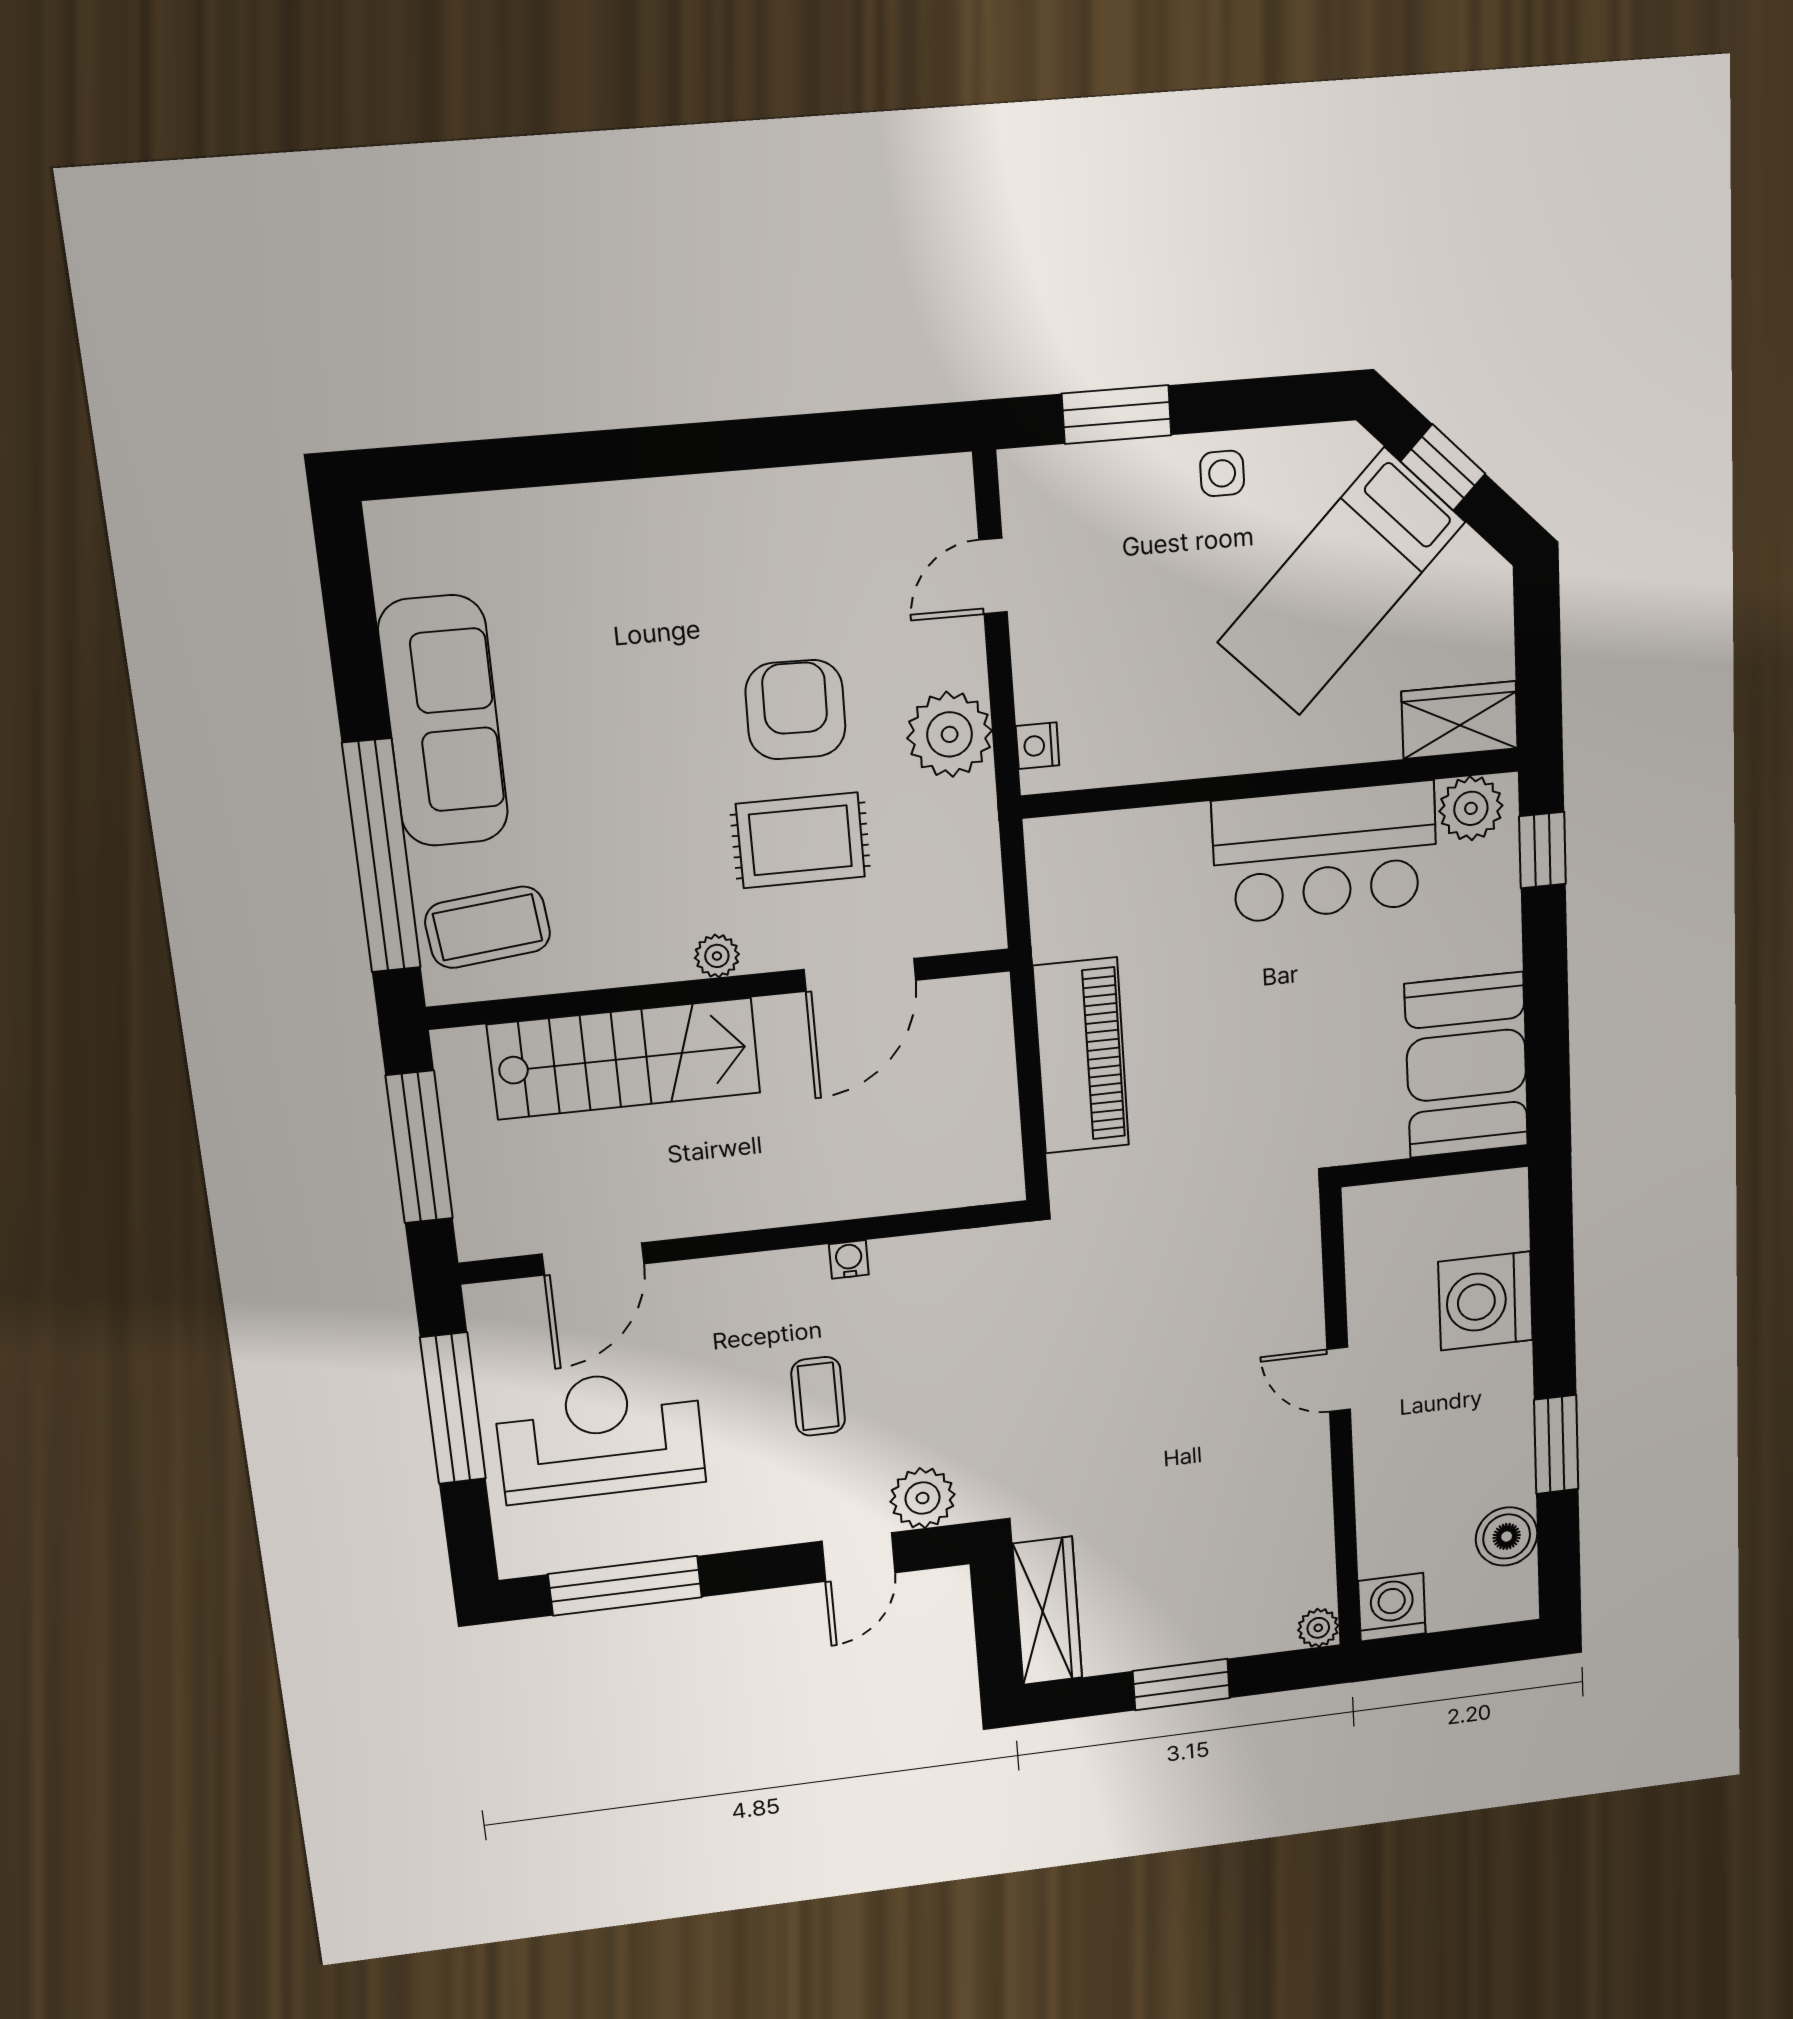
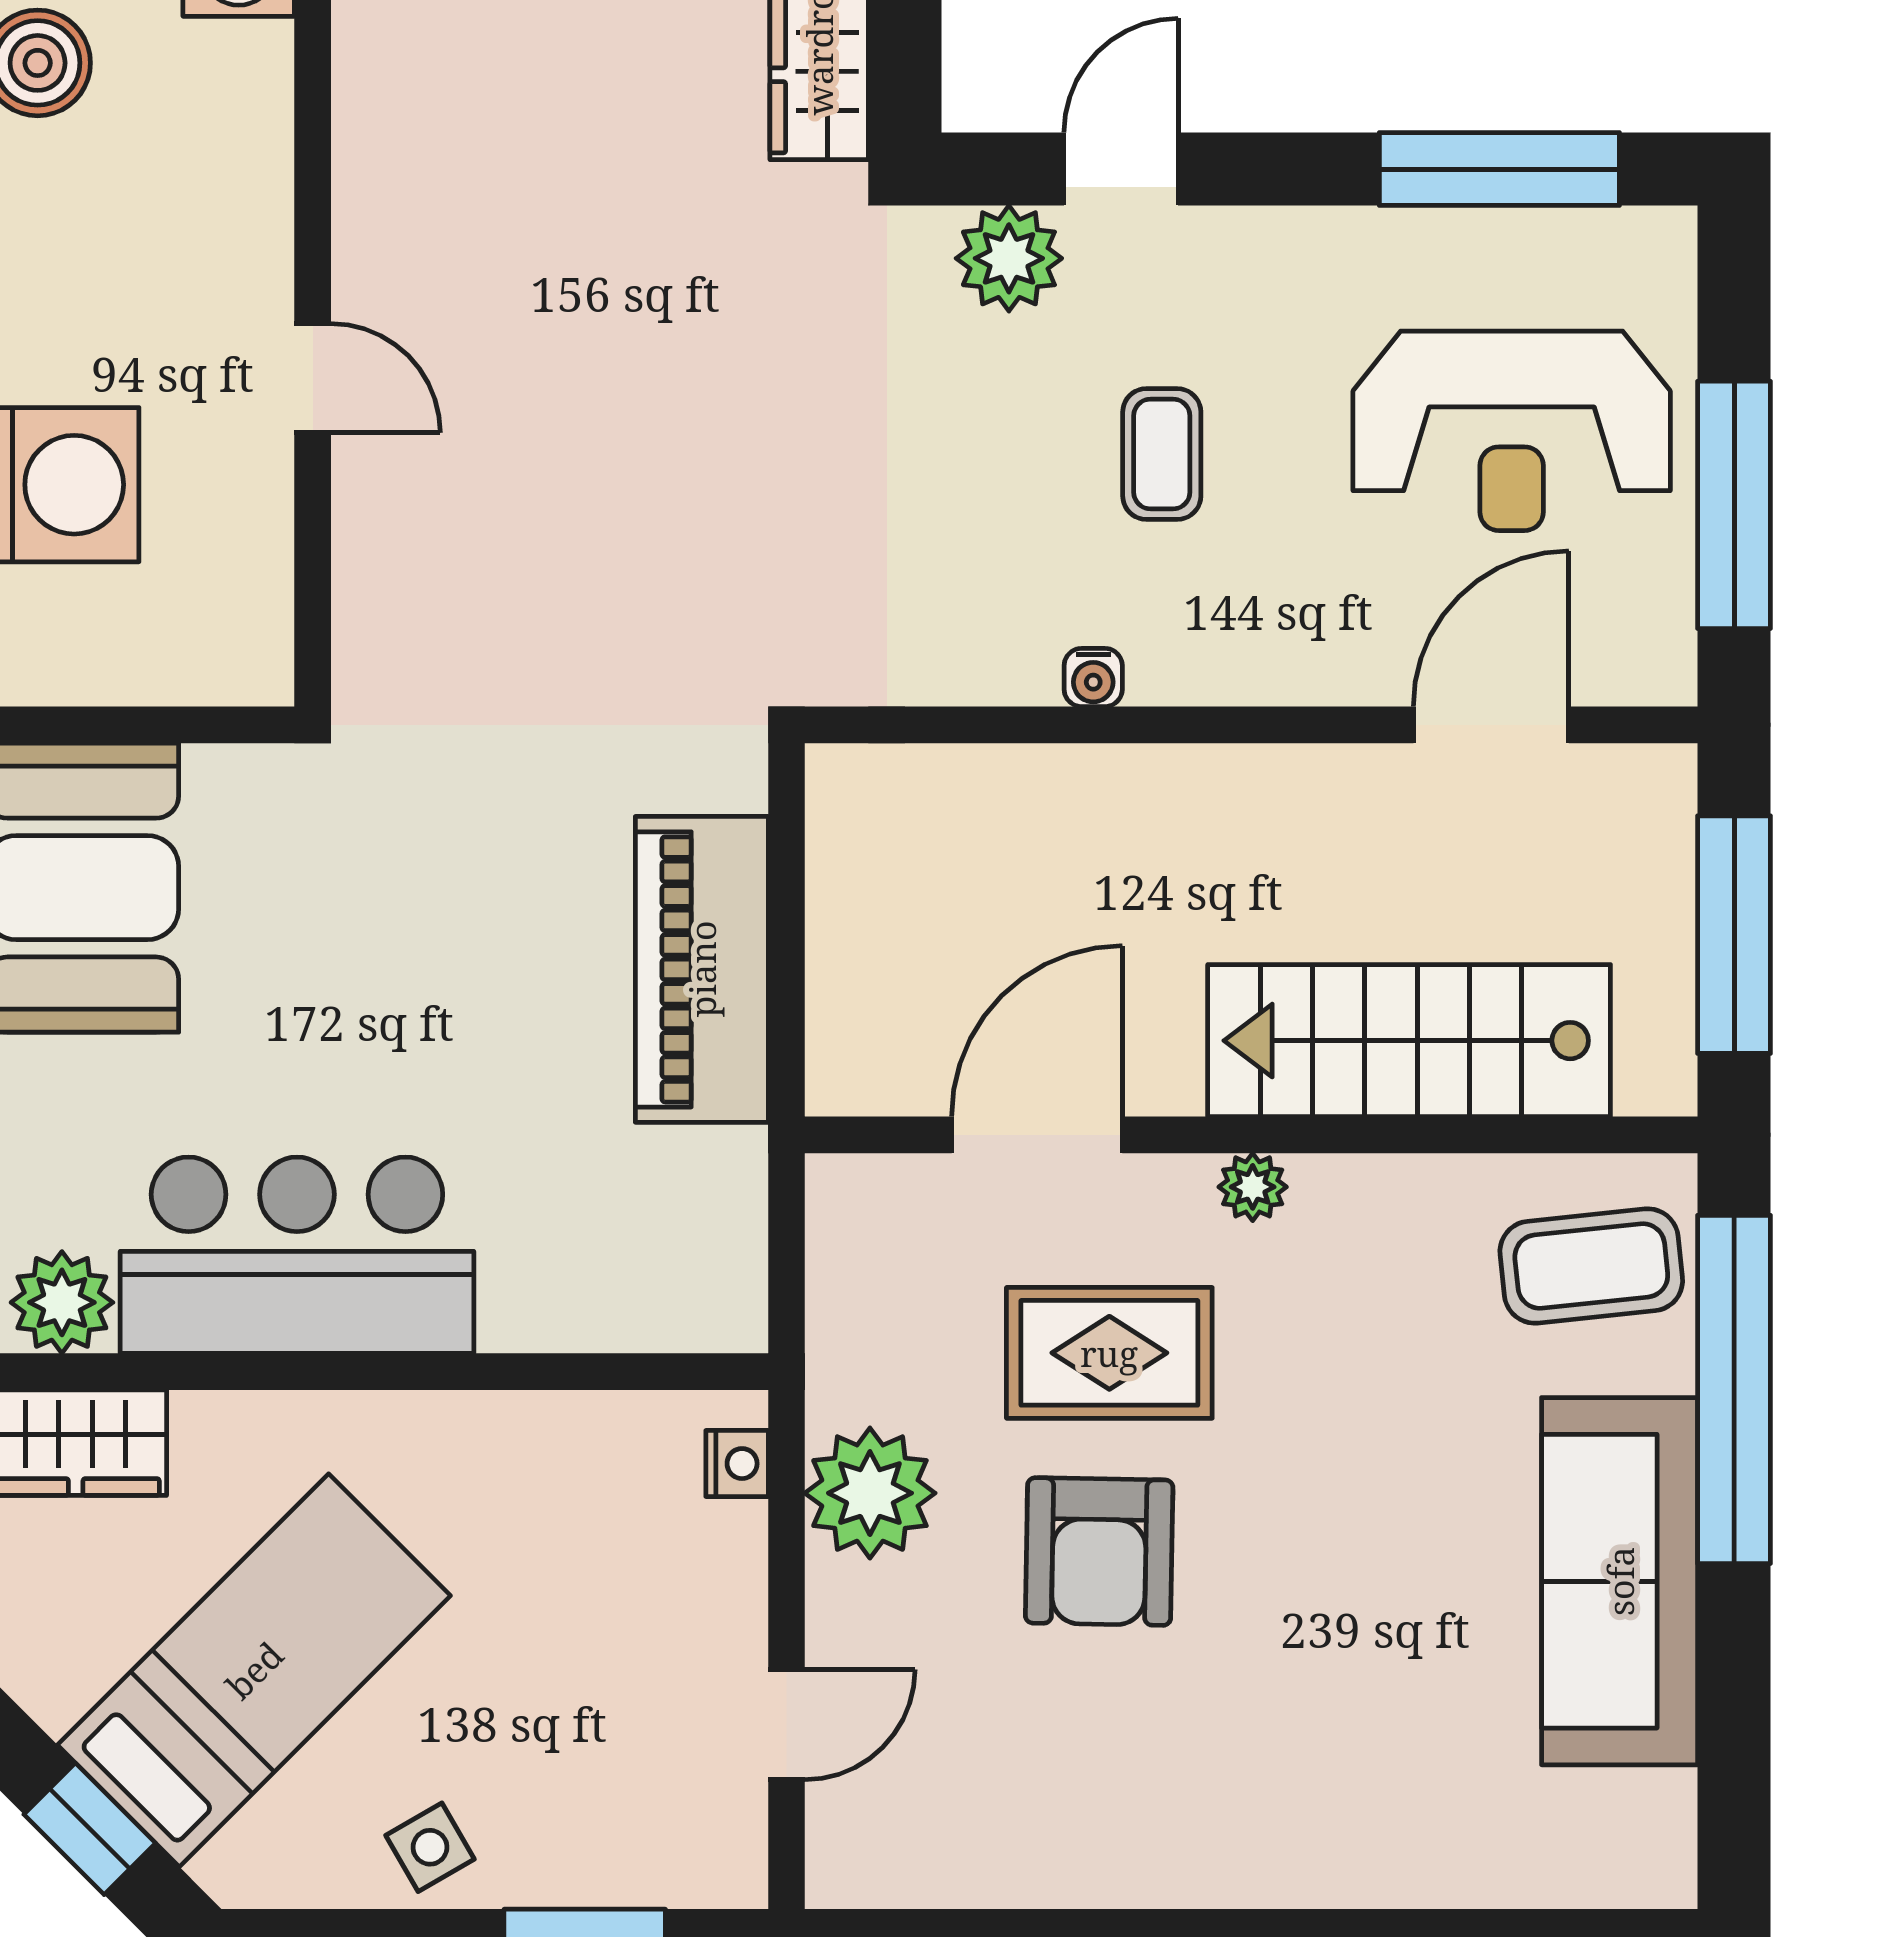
side table: (1222, 473) -> (430, 1847), turned -30

